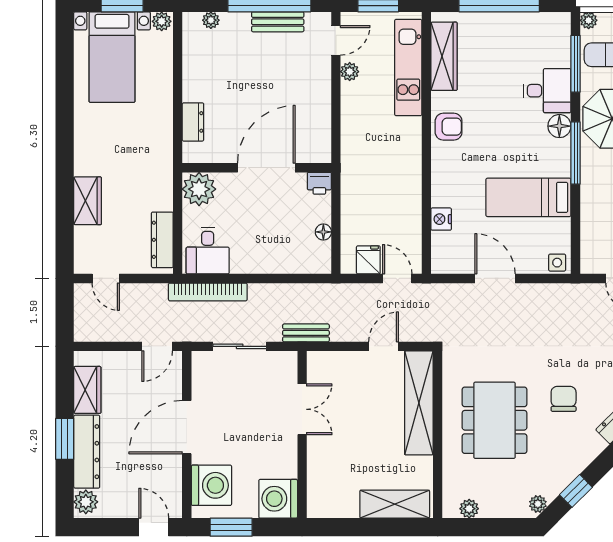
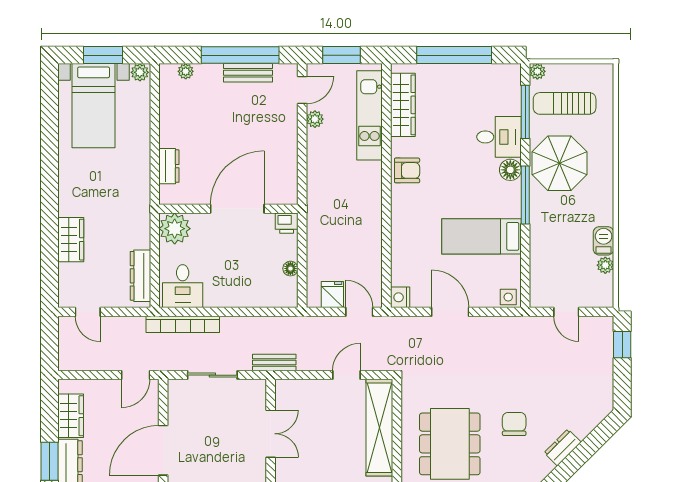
nightstand: (441, 219) -> (400, 297), moved

